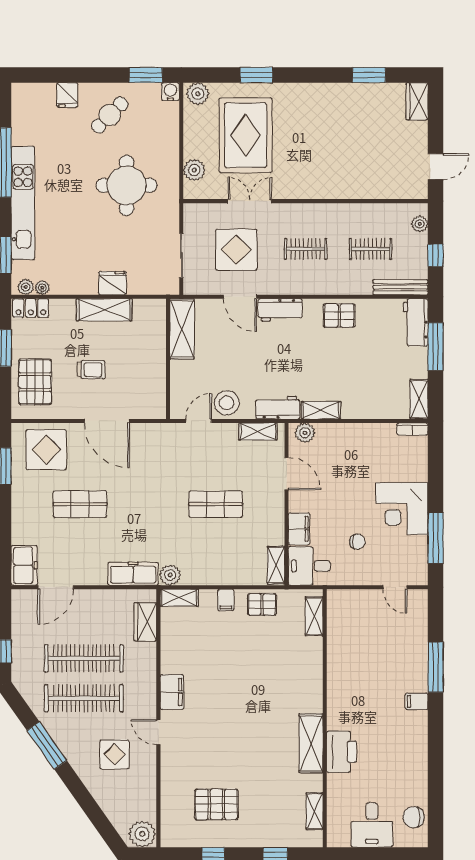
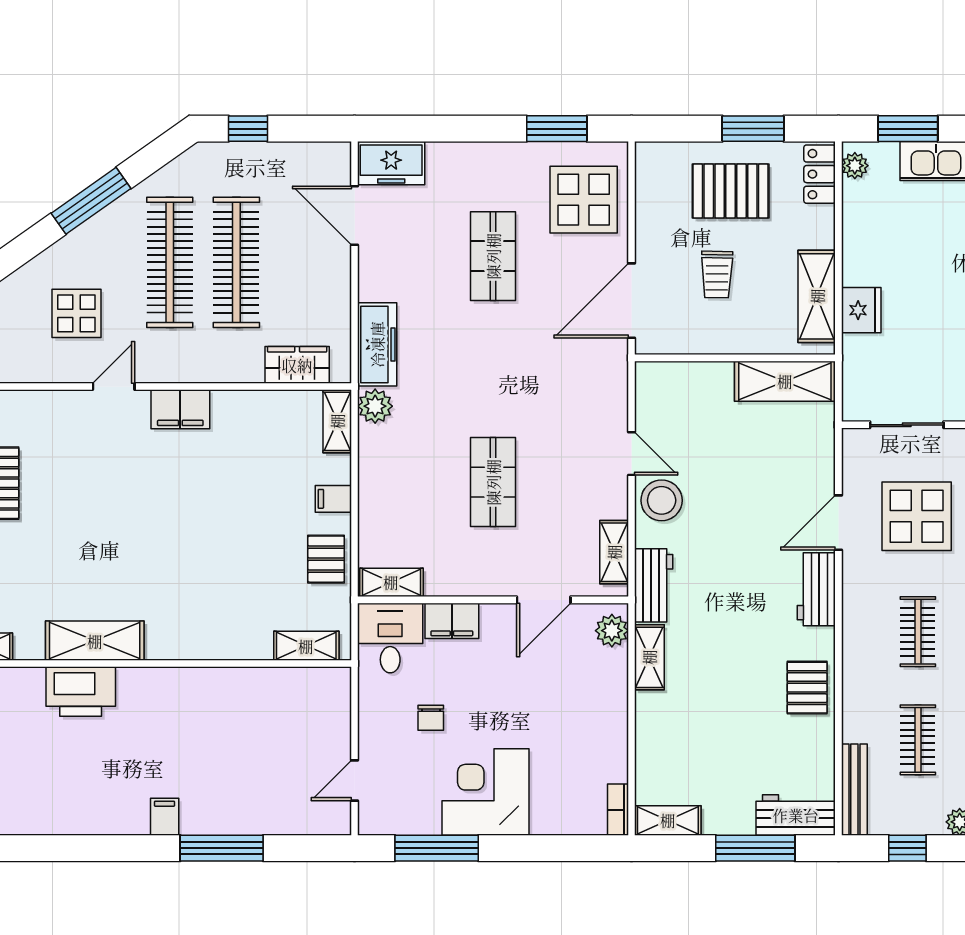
plant: (42, 288) -> (853, 193), removed
shelving: (182, 329) -> (785, 381), moved
wall: (168, 359) -> (735, 358), moved
pallet: (35, 382) -> (731, 191), moved

